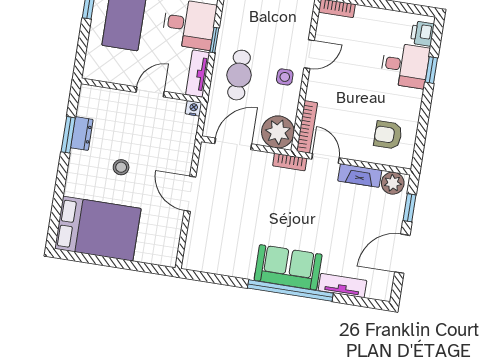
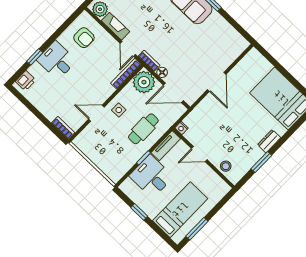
desk: (405, 65) -> (57, 60), moved
dresser: (82, 134) -> (269, 141), moved
floor lamp: (264, 159) -> (162, 72), added
stool: (121, 167) -> (226, 166), moved

